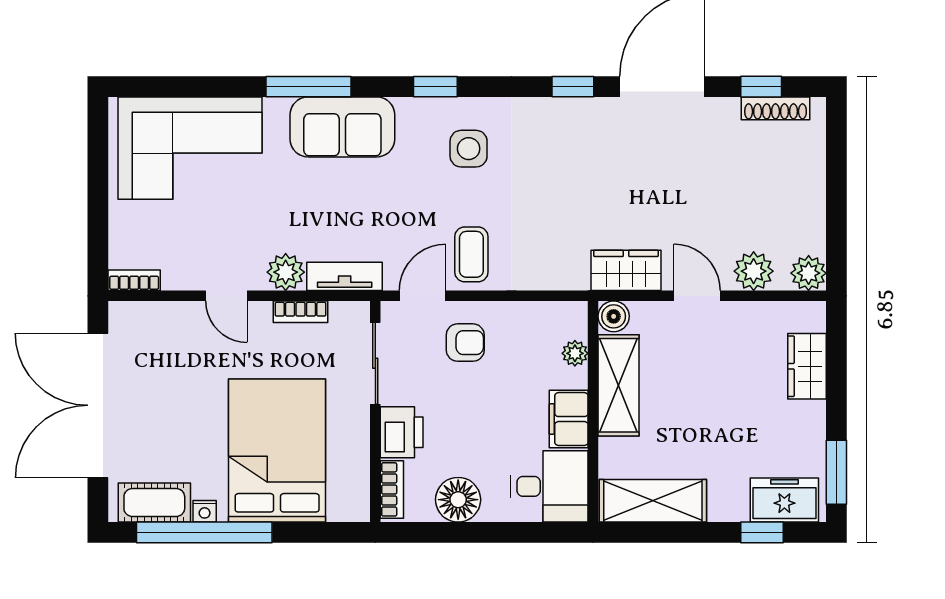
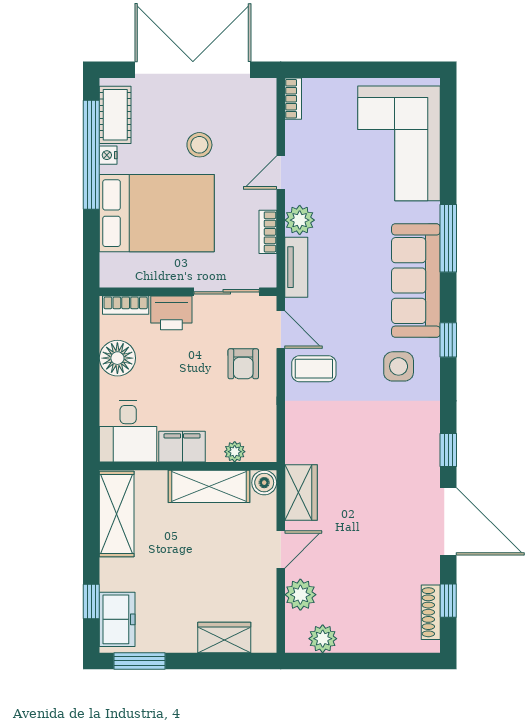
sofa: (342, 127) -> (416, 281), width x1.36
plant: (809, 273) -> (323, 639), moved
stool: (192, 397) -> (199, 145), added

